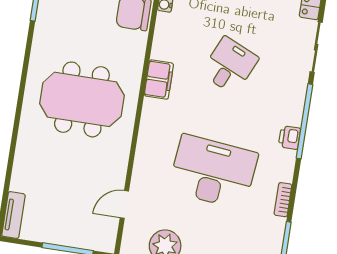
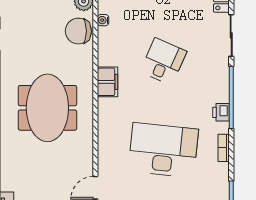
meeting table: (82, 99) -> (47, 108), turned 90
bookcase: (283, 200) -> (224, 148), moved

